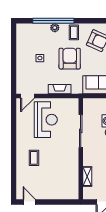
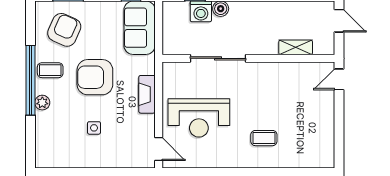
window: (53, 21) -> (30, 80), moved
reception desk: (46, 120) -> (199, 118), turned 180
door: (29, 202) -> (339, 79), moved

